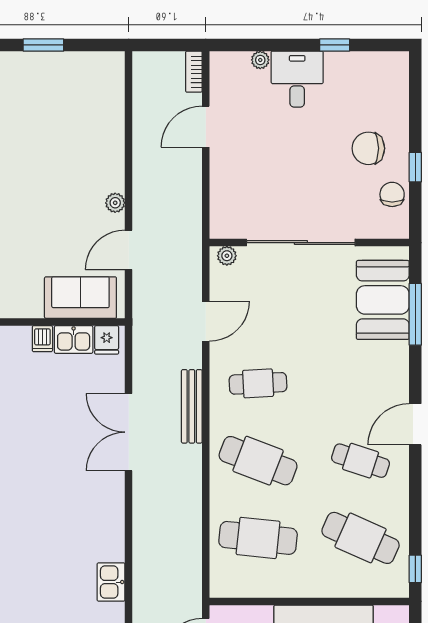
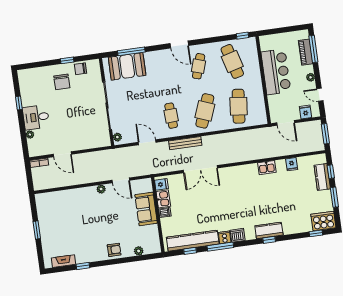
sofa: (80, 298) -> (146, 209), moved
cafe table: (361, 538) -> (232, 61), turned -39

